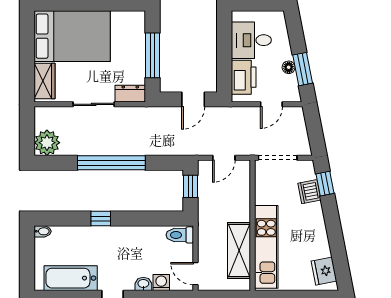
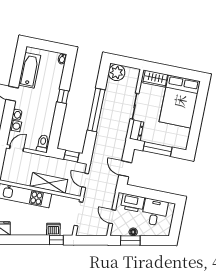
shelving: (239, 251) -> (49, 183), moved

